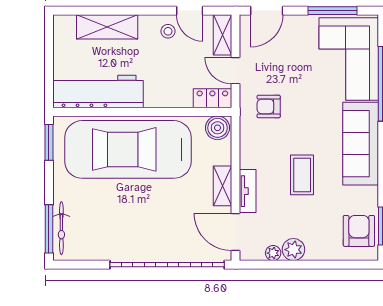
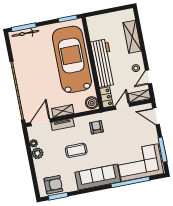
workbench: (98, 91) -> (103, 63), moved
armchair: (269, 106) -> (96, 127), moved

